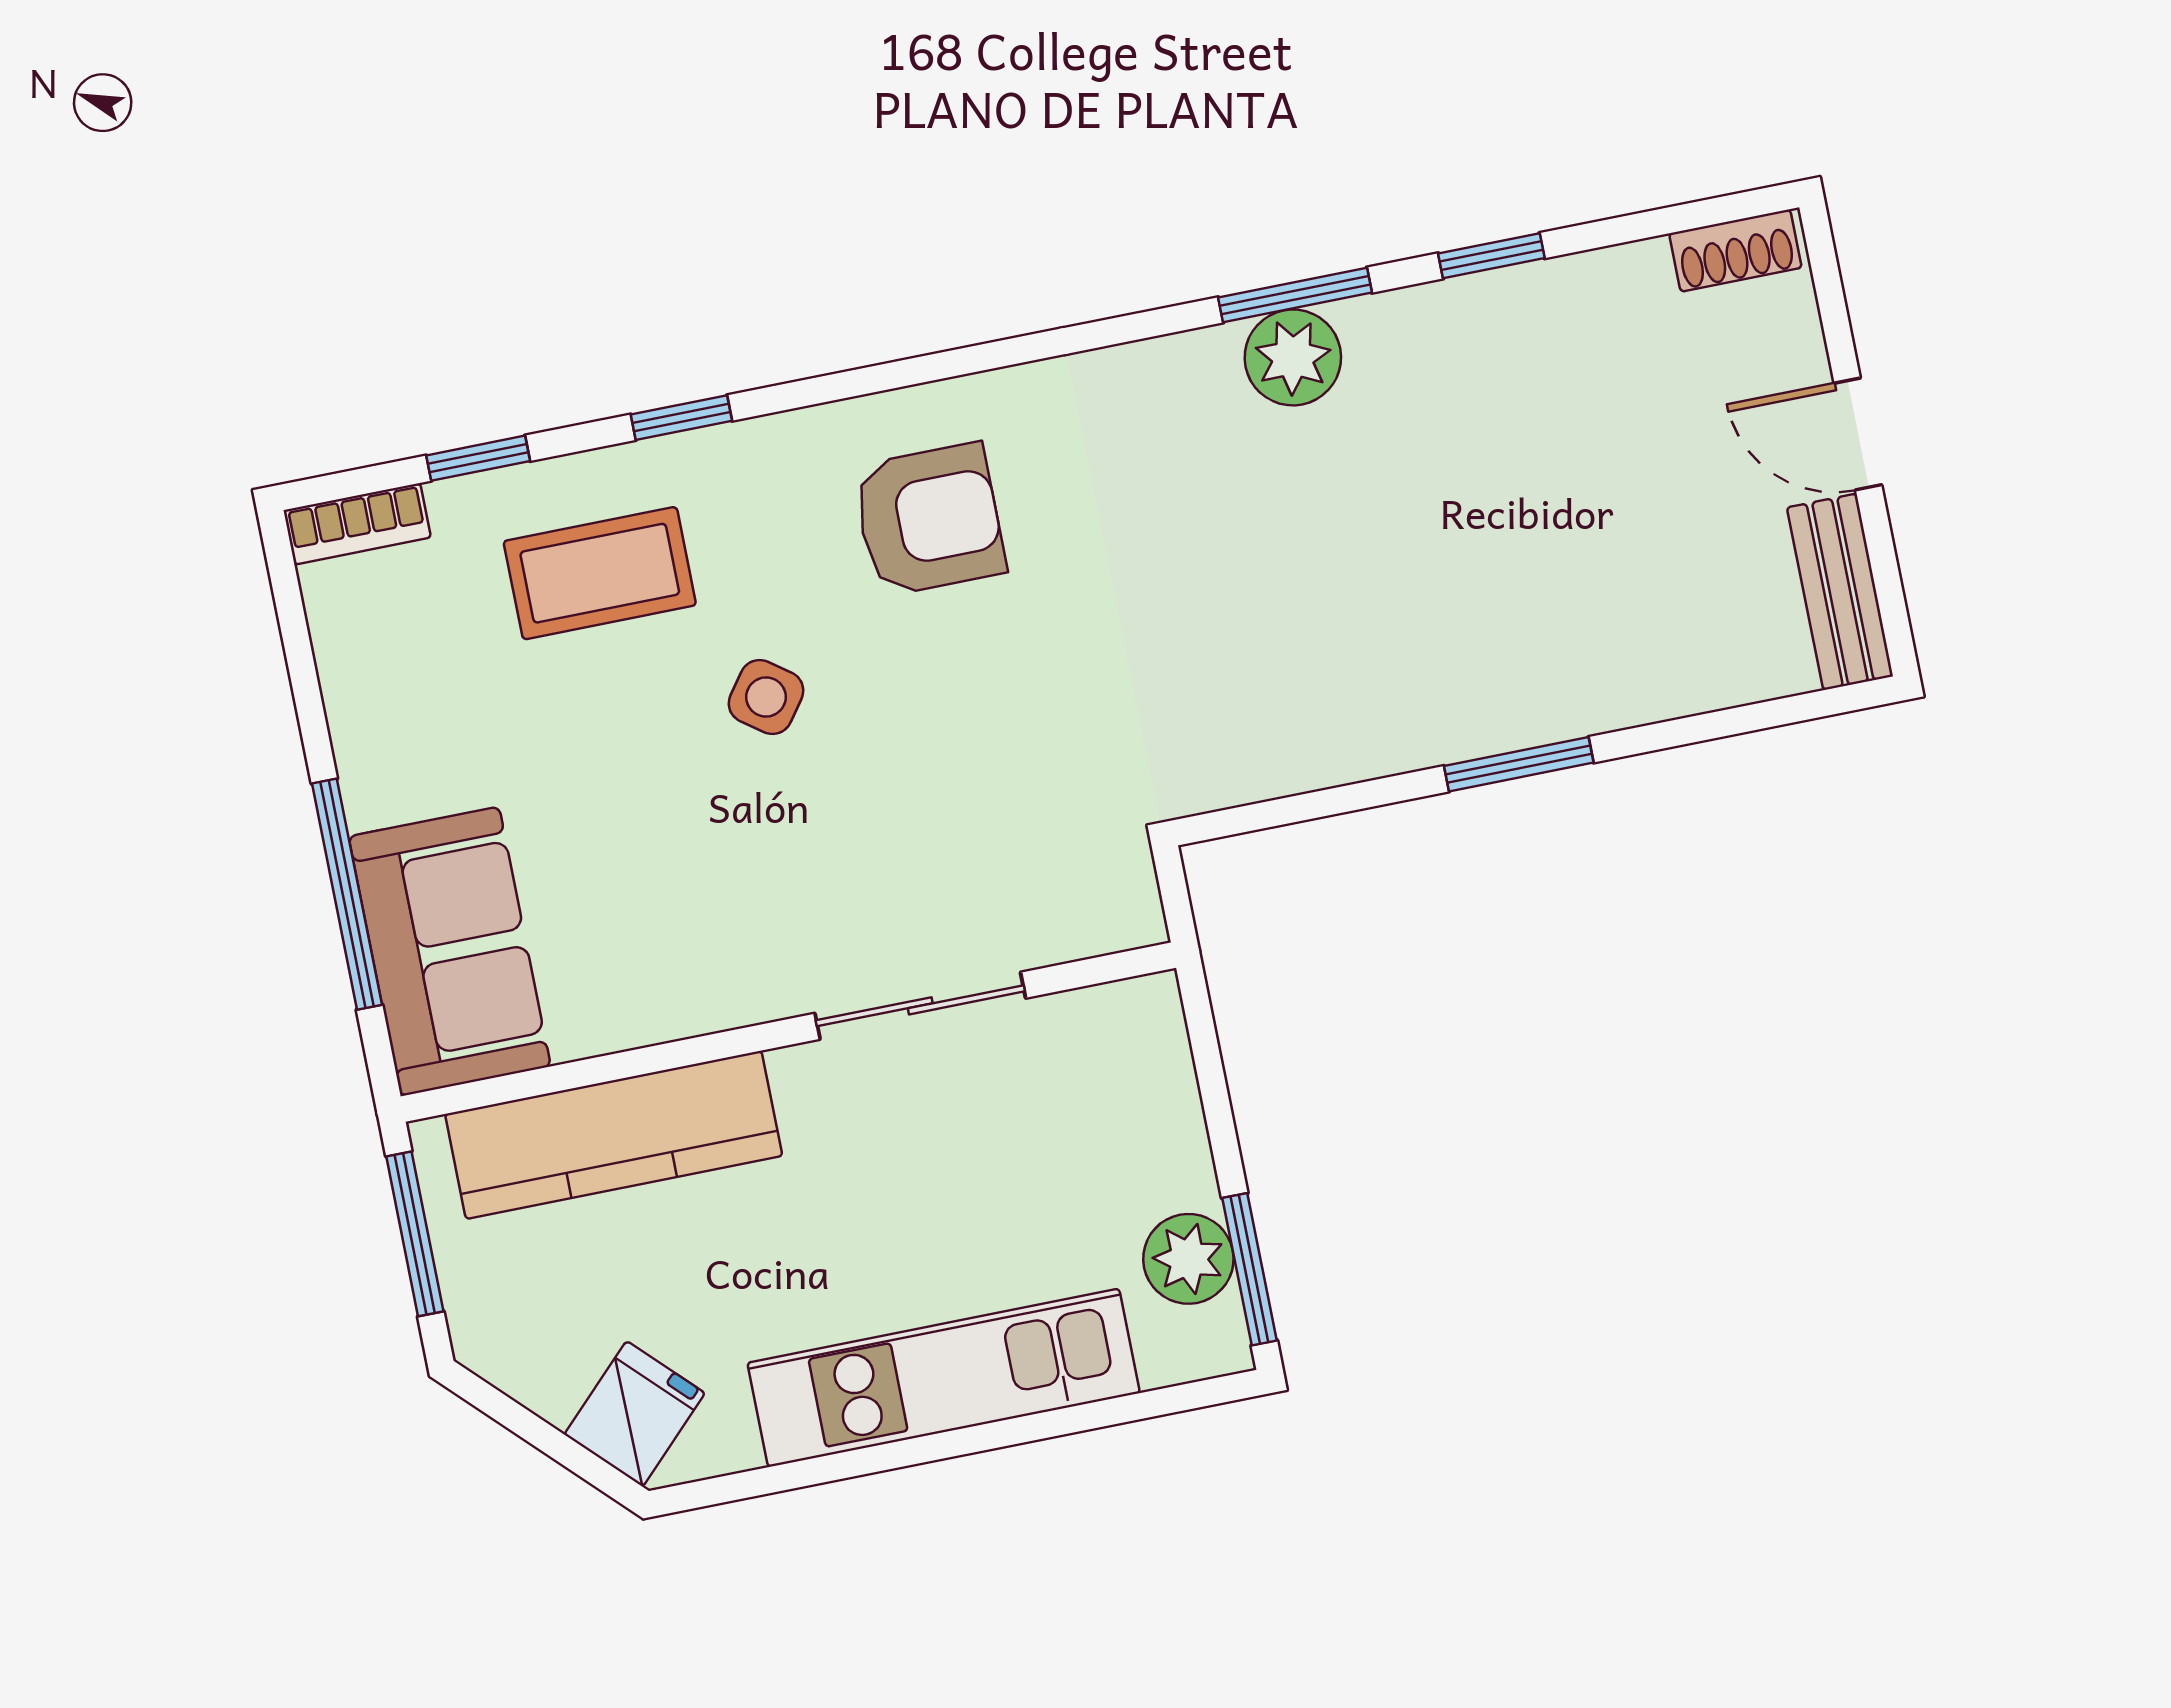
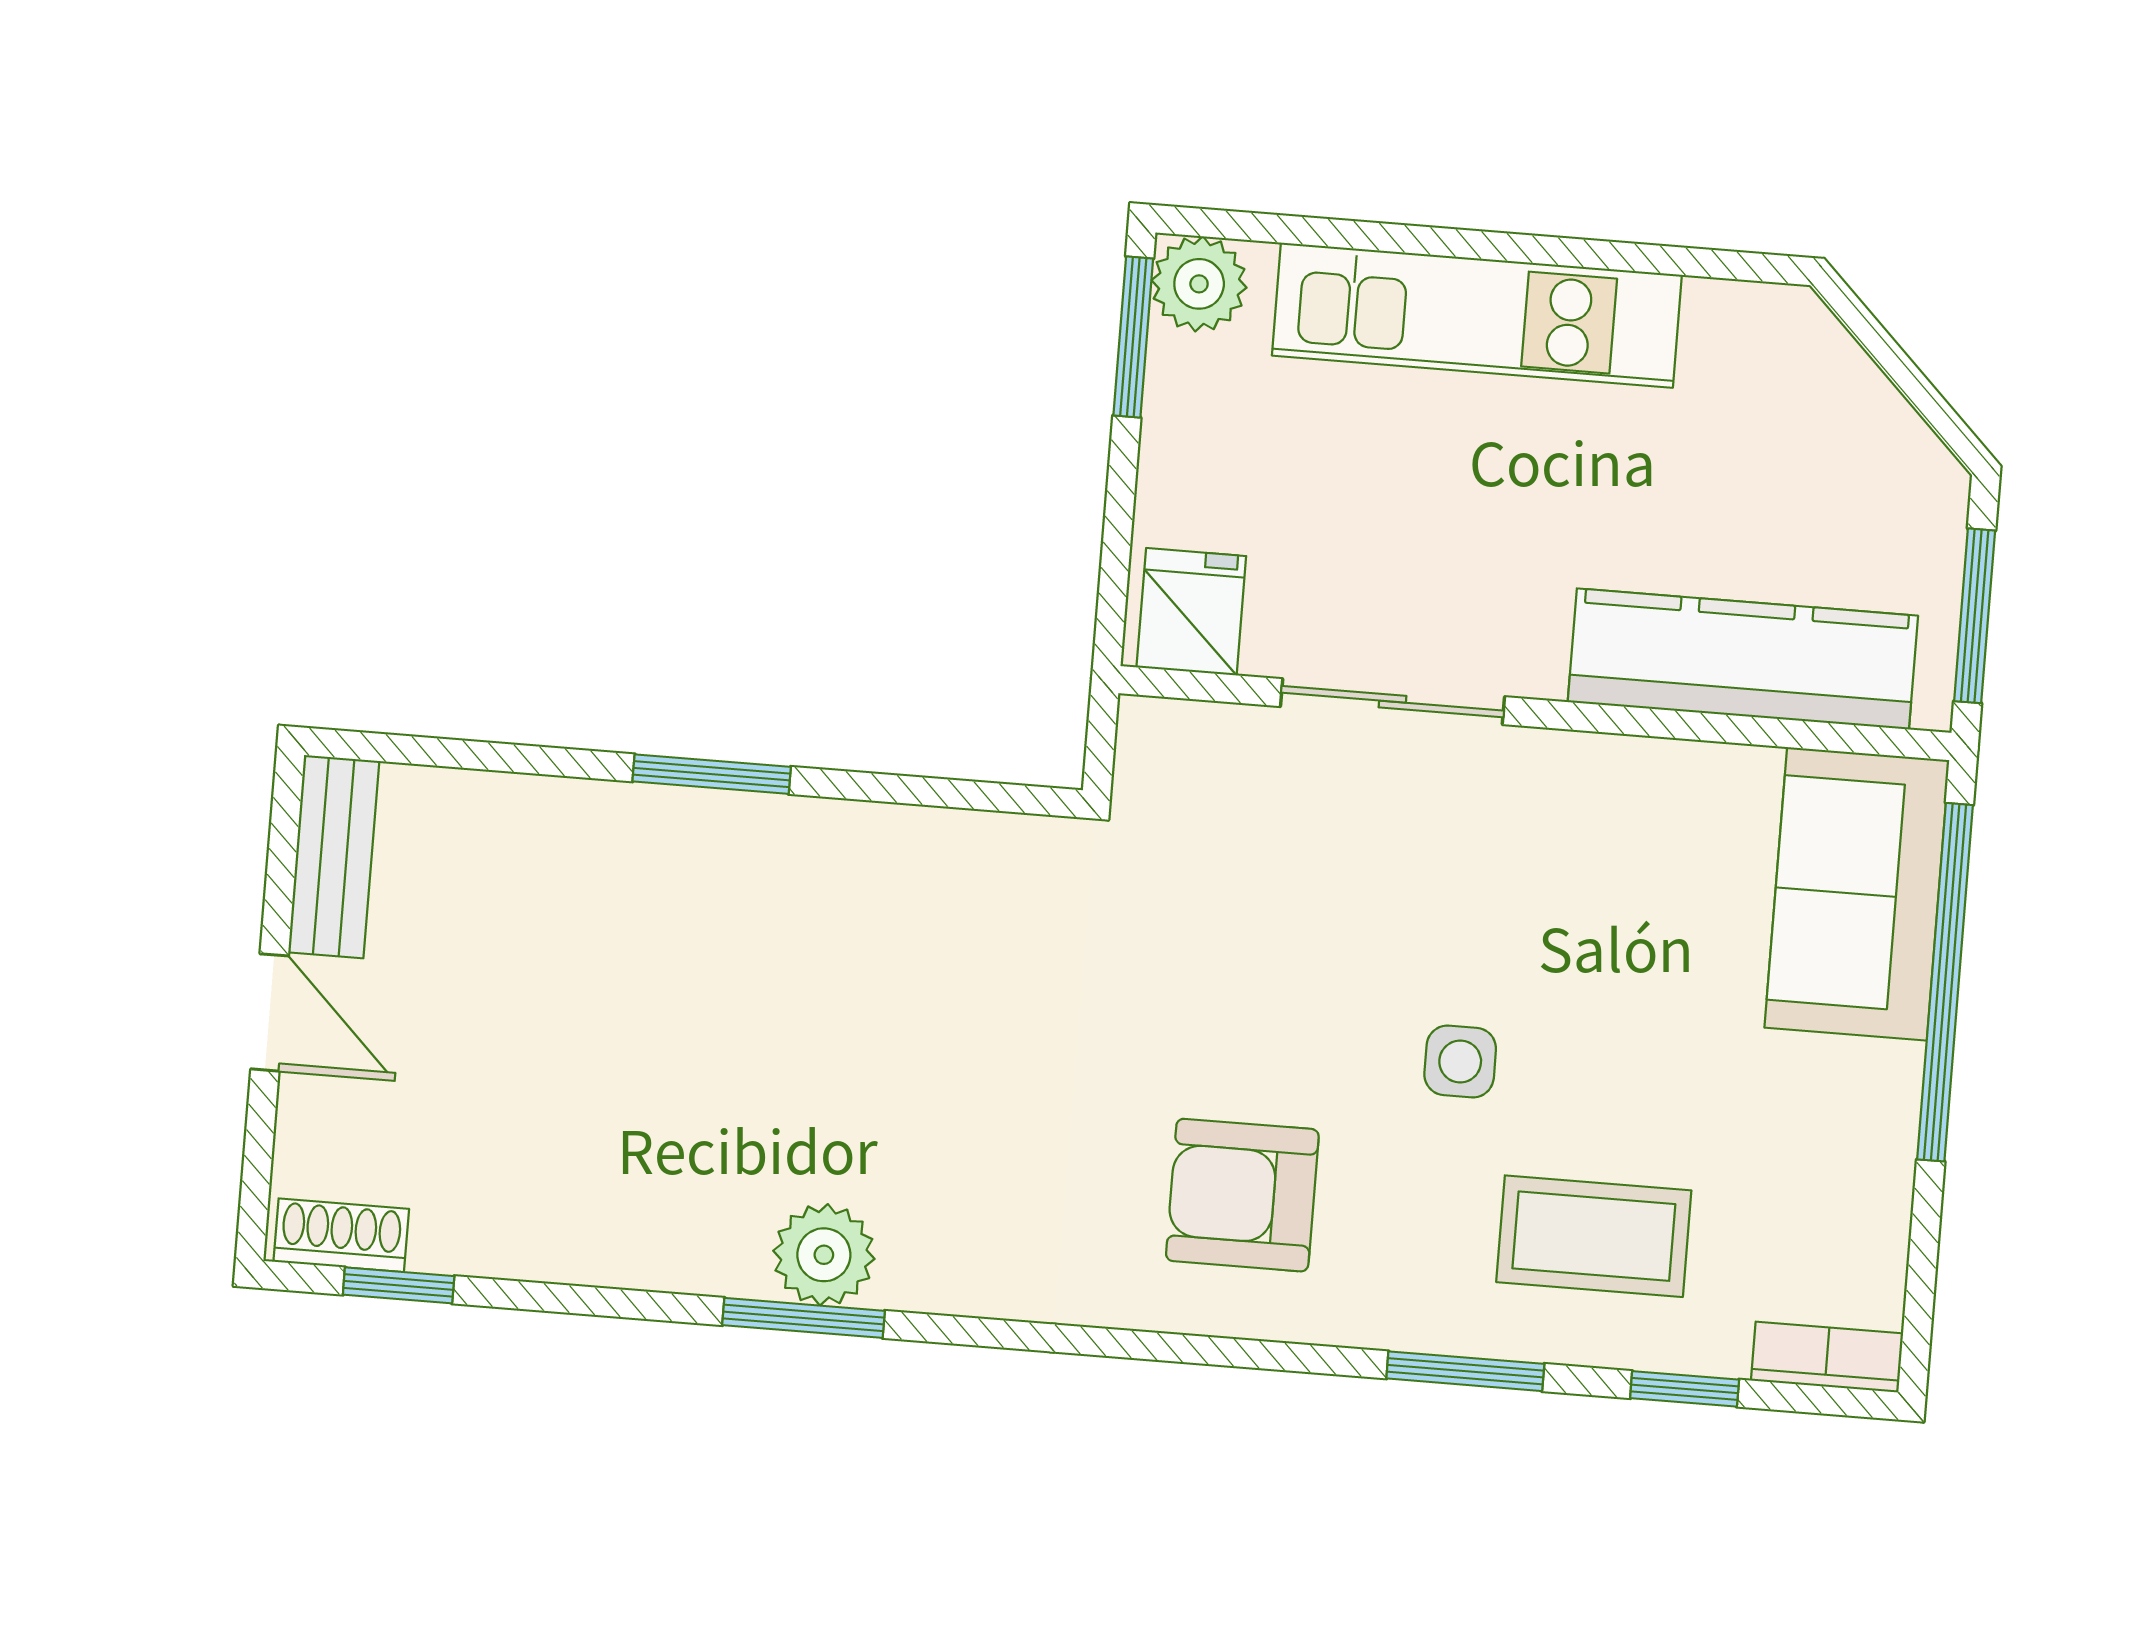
window: (1491, 256) -> (399, 1285), moved
window: (681, 418) -> (1465, 1371), width x1.50
side table: (766, 697) -> (1460, 1062), turned -36
window: (347, 894) -> (1945, 982), width x1.46
plant: (1188, 1259) -> (1199, 284), moved
fridge: (635, 1414) -> (1191, 612), moved, turned 135

